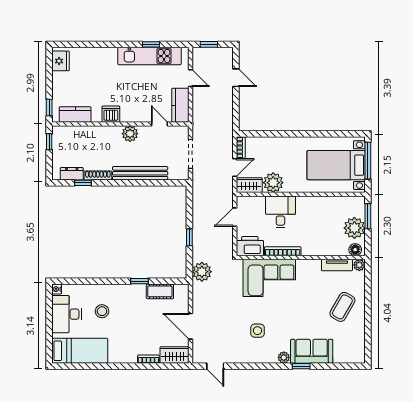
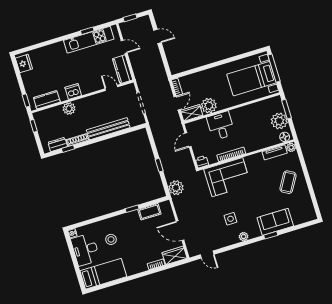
plant: (130, 134) -> (69, 109), moved
printer: (250, 246) -> (202, 162), width x0.53, depth x0.68
plant: (284, 357) -> (244, 237), moved

